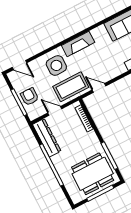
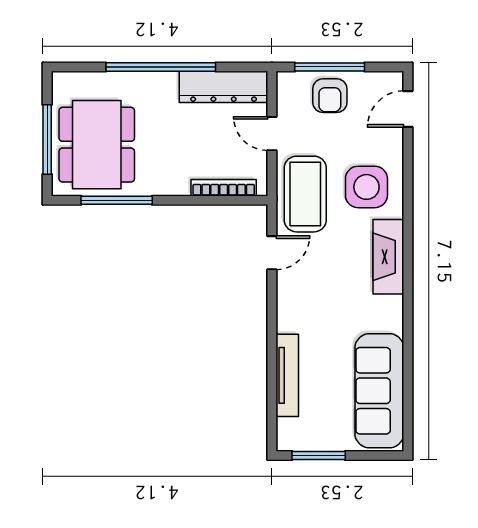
armchair: (29, 97) -> (330, 96), turned 90
door: (55, 111) -> (272, 134), swing flipped

